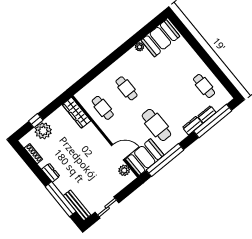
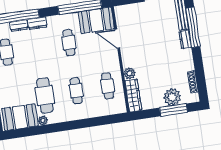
cafe table: (150, 69) -> (45, 95), added
window: (36, 121) -> (173, 110), width x2.17
cafe table: (156, 125) -> (69, 43), width x0.73, depth x0.74
plant: (124, 170) -> (130, 73), moved
dresser: (51, 173) -> (185, 39), moved

